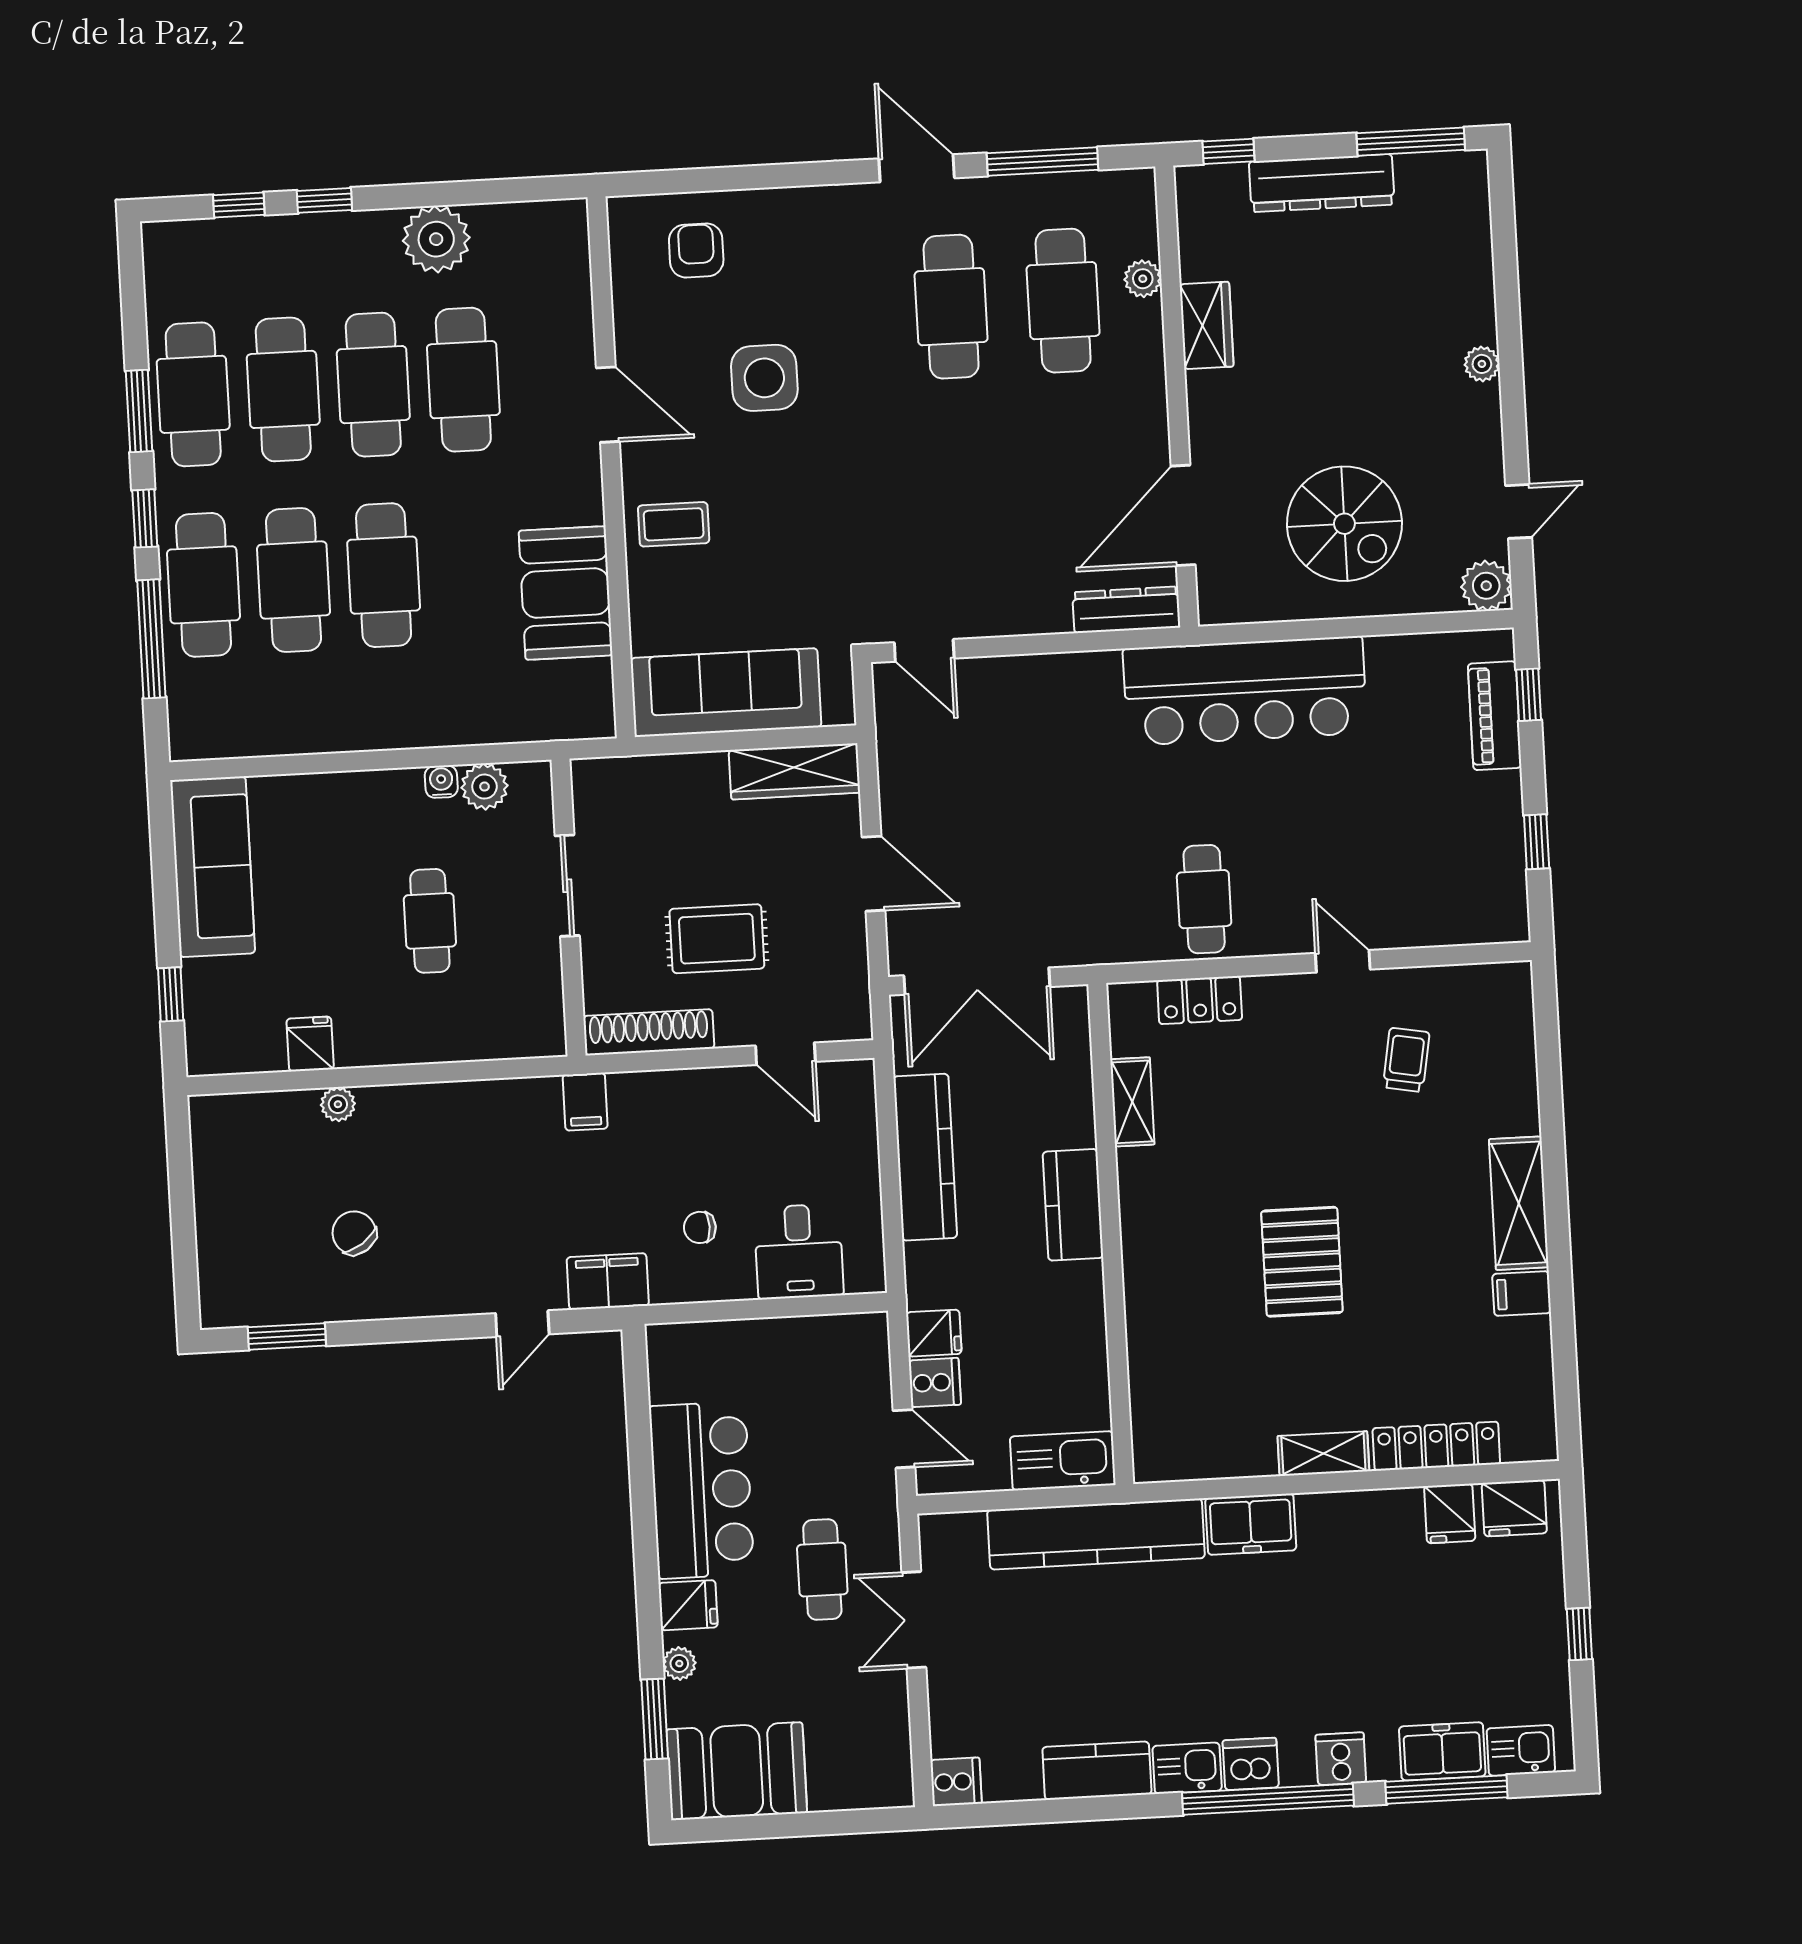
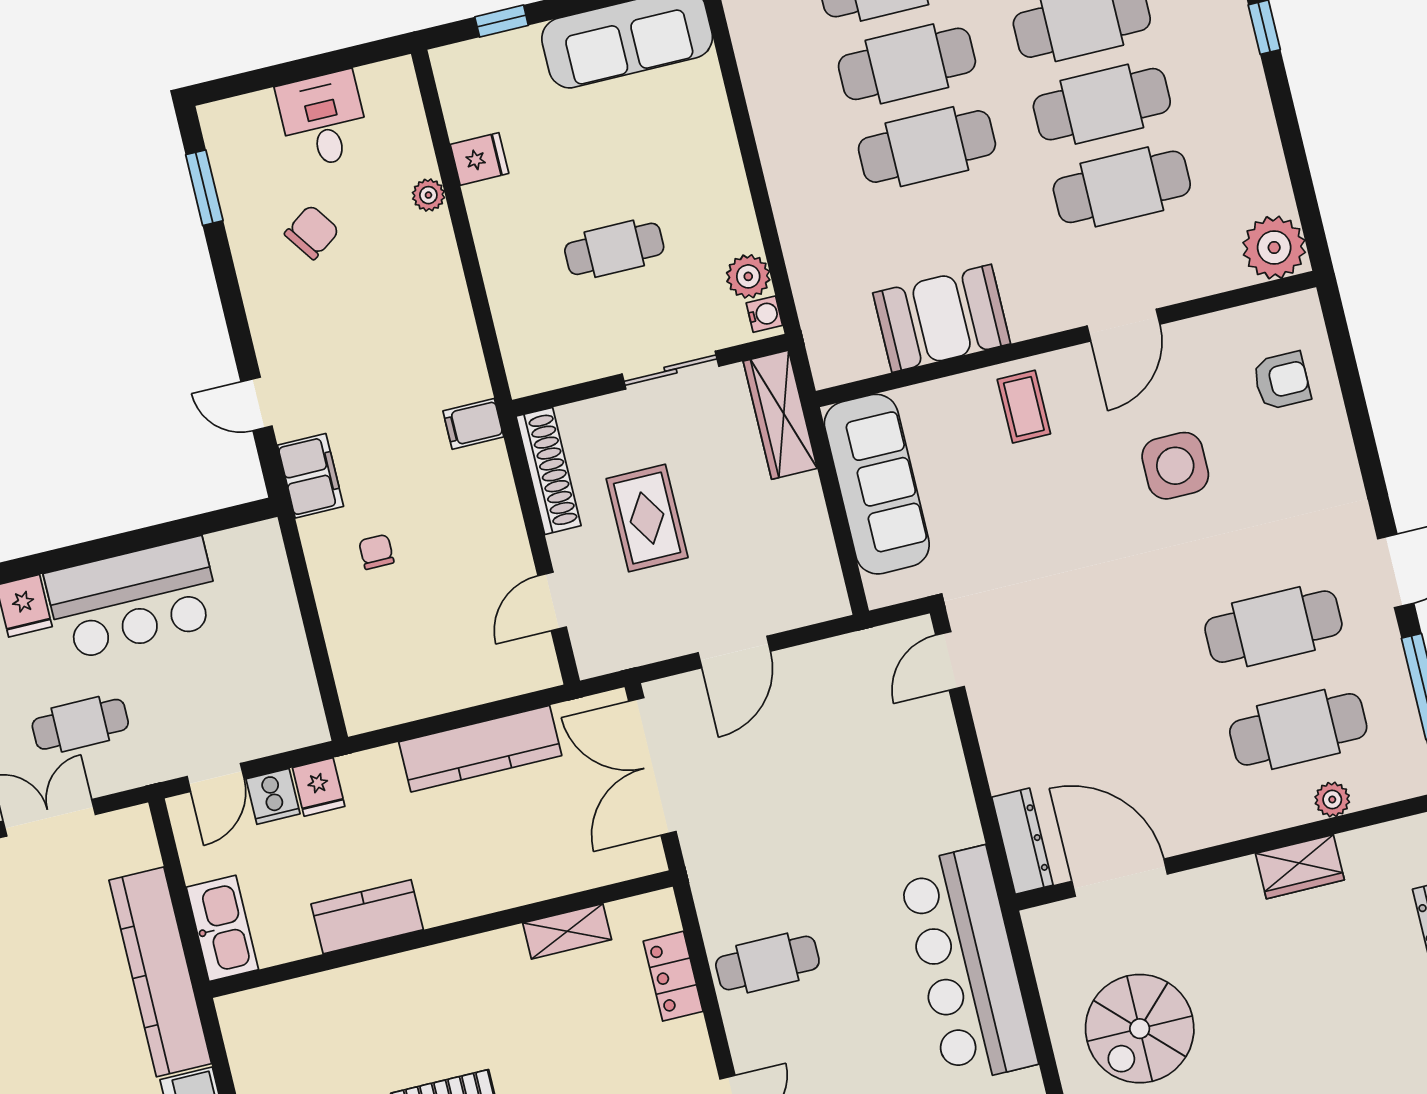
plant: (436, 239) -> (1274, 247), moved
wardrobe: (794, 771) -> (780, 415), moved
water cooler: (441, 782) -> (764, 314), moved
kitchen counter: (1073, 1205) -> (367, 917), moved
desk: (799, 1251) -> (323, 120), moved, turned 90

